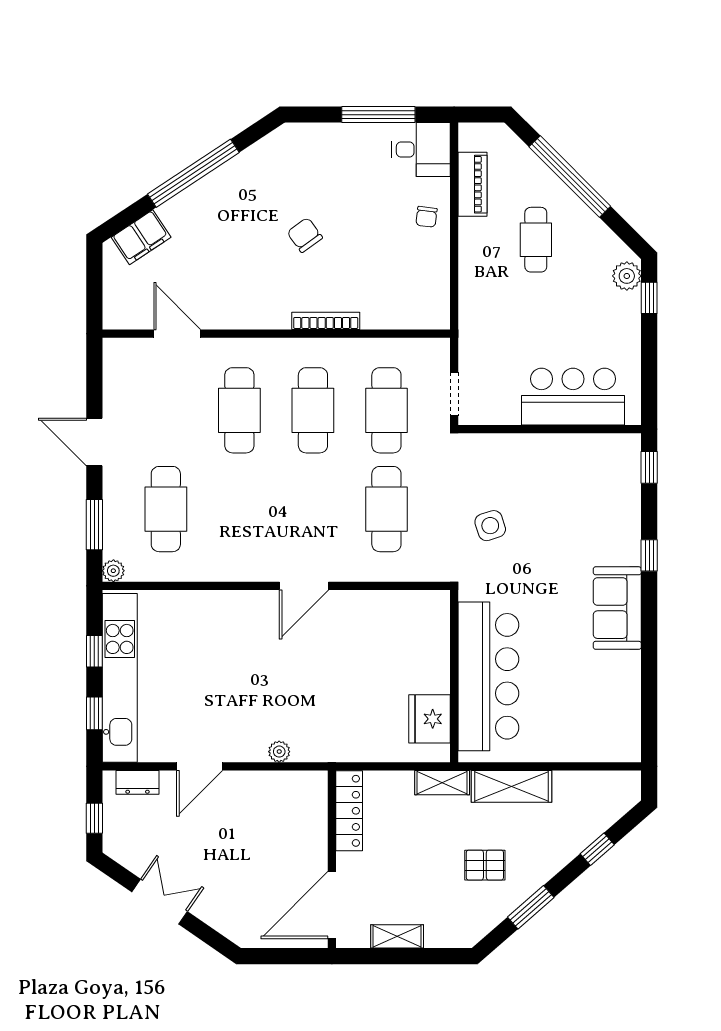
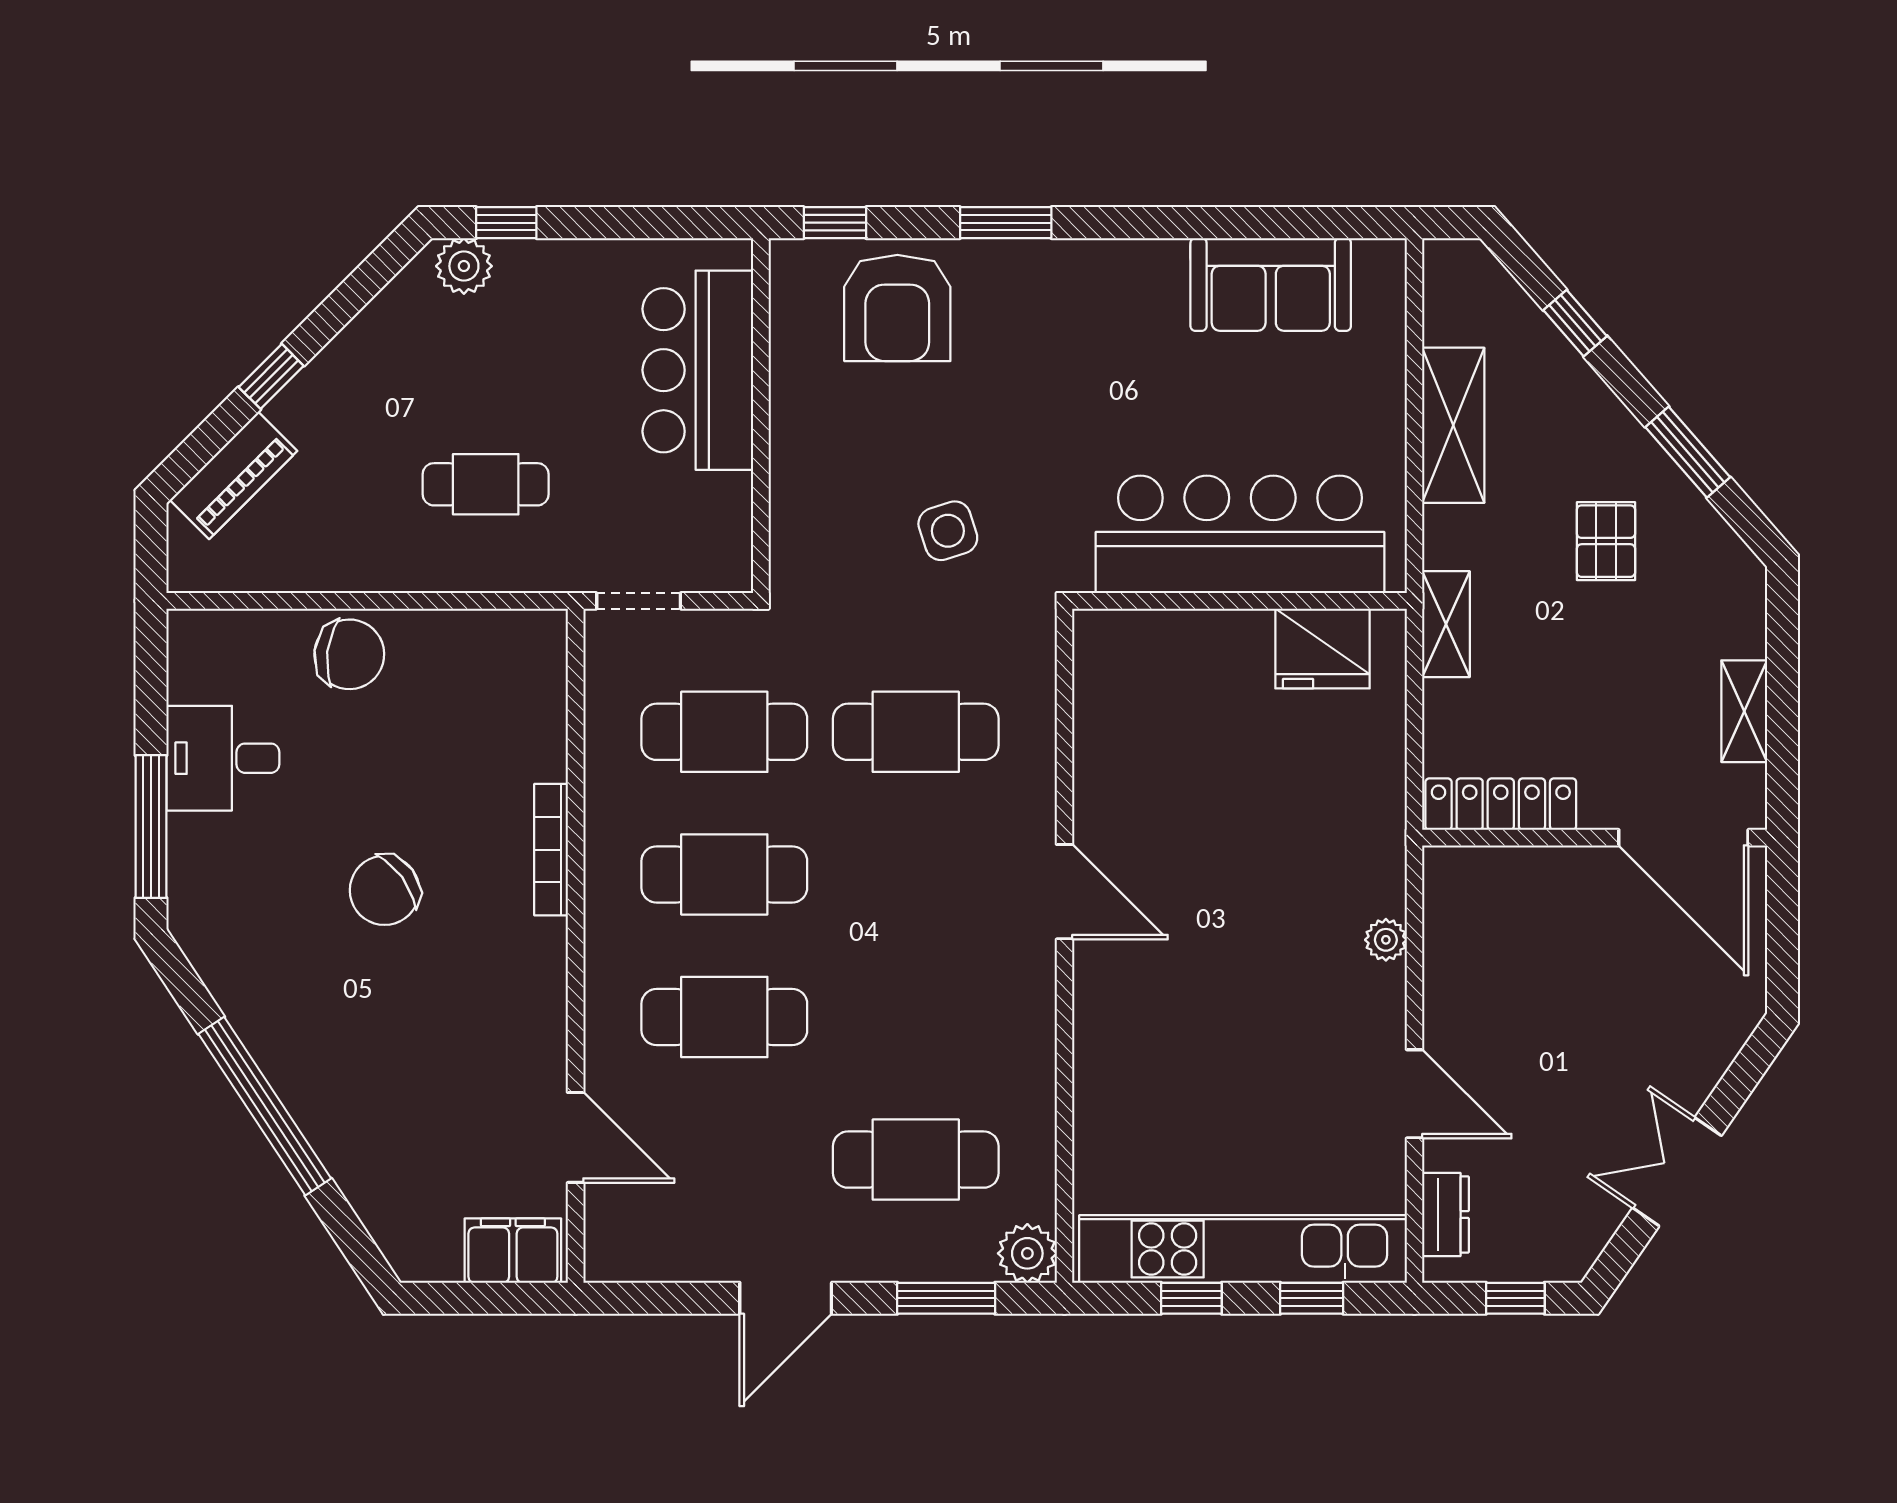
window: (378, 115) -> (151, 827), moved
desk: (421, 149) -> (223, 758), moved, turned -90
window: (570, 177) -> (271, 376), width x0.32
piano: (472, 184) -> (234, 475), moved, turned 135
chair: (426, 217) -> (349, 654), width x1.87, depth x1.87
chair: (305, 235) -> (385, 890), width x1.37, depth x1.37
filing cabinet: (141, 237) -> (513, 1251), moved, turned -57
cafe table: (536, 240) -> (486, 484), moved
door: (177, 334) -> (576, 1137), swing flipped
doorway: (454, 394) -> (639, 601), moved
armchair: (605, 500) -> (897, 308), added
window: (649, 555) -> (1006, 223), width x1.50
plant: (113, 571) -> (1027, 1253), width x1.38, depth x1.38
sofa: (617, 608) -> (1271, 284), moved
shelving: (511, 786) -> (1453, 425), moved

